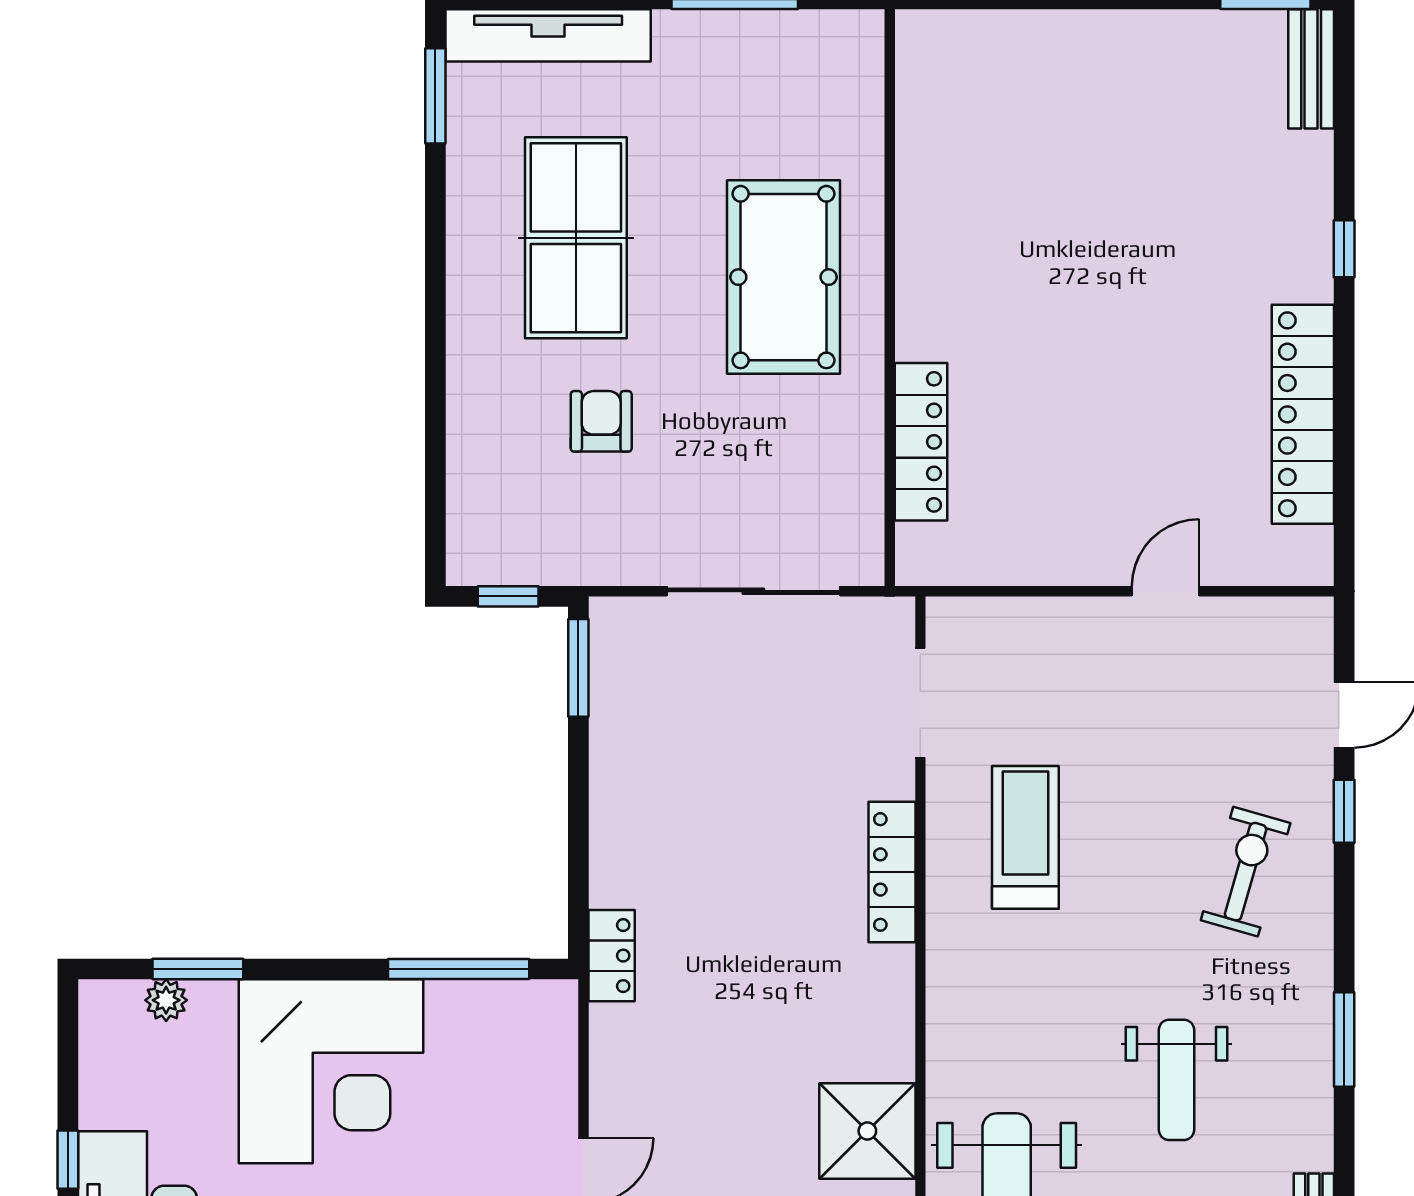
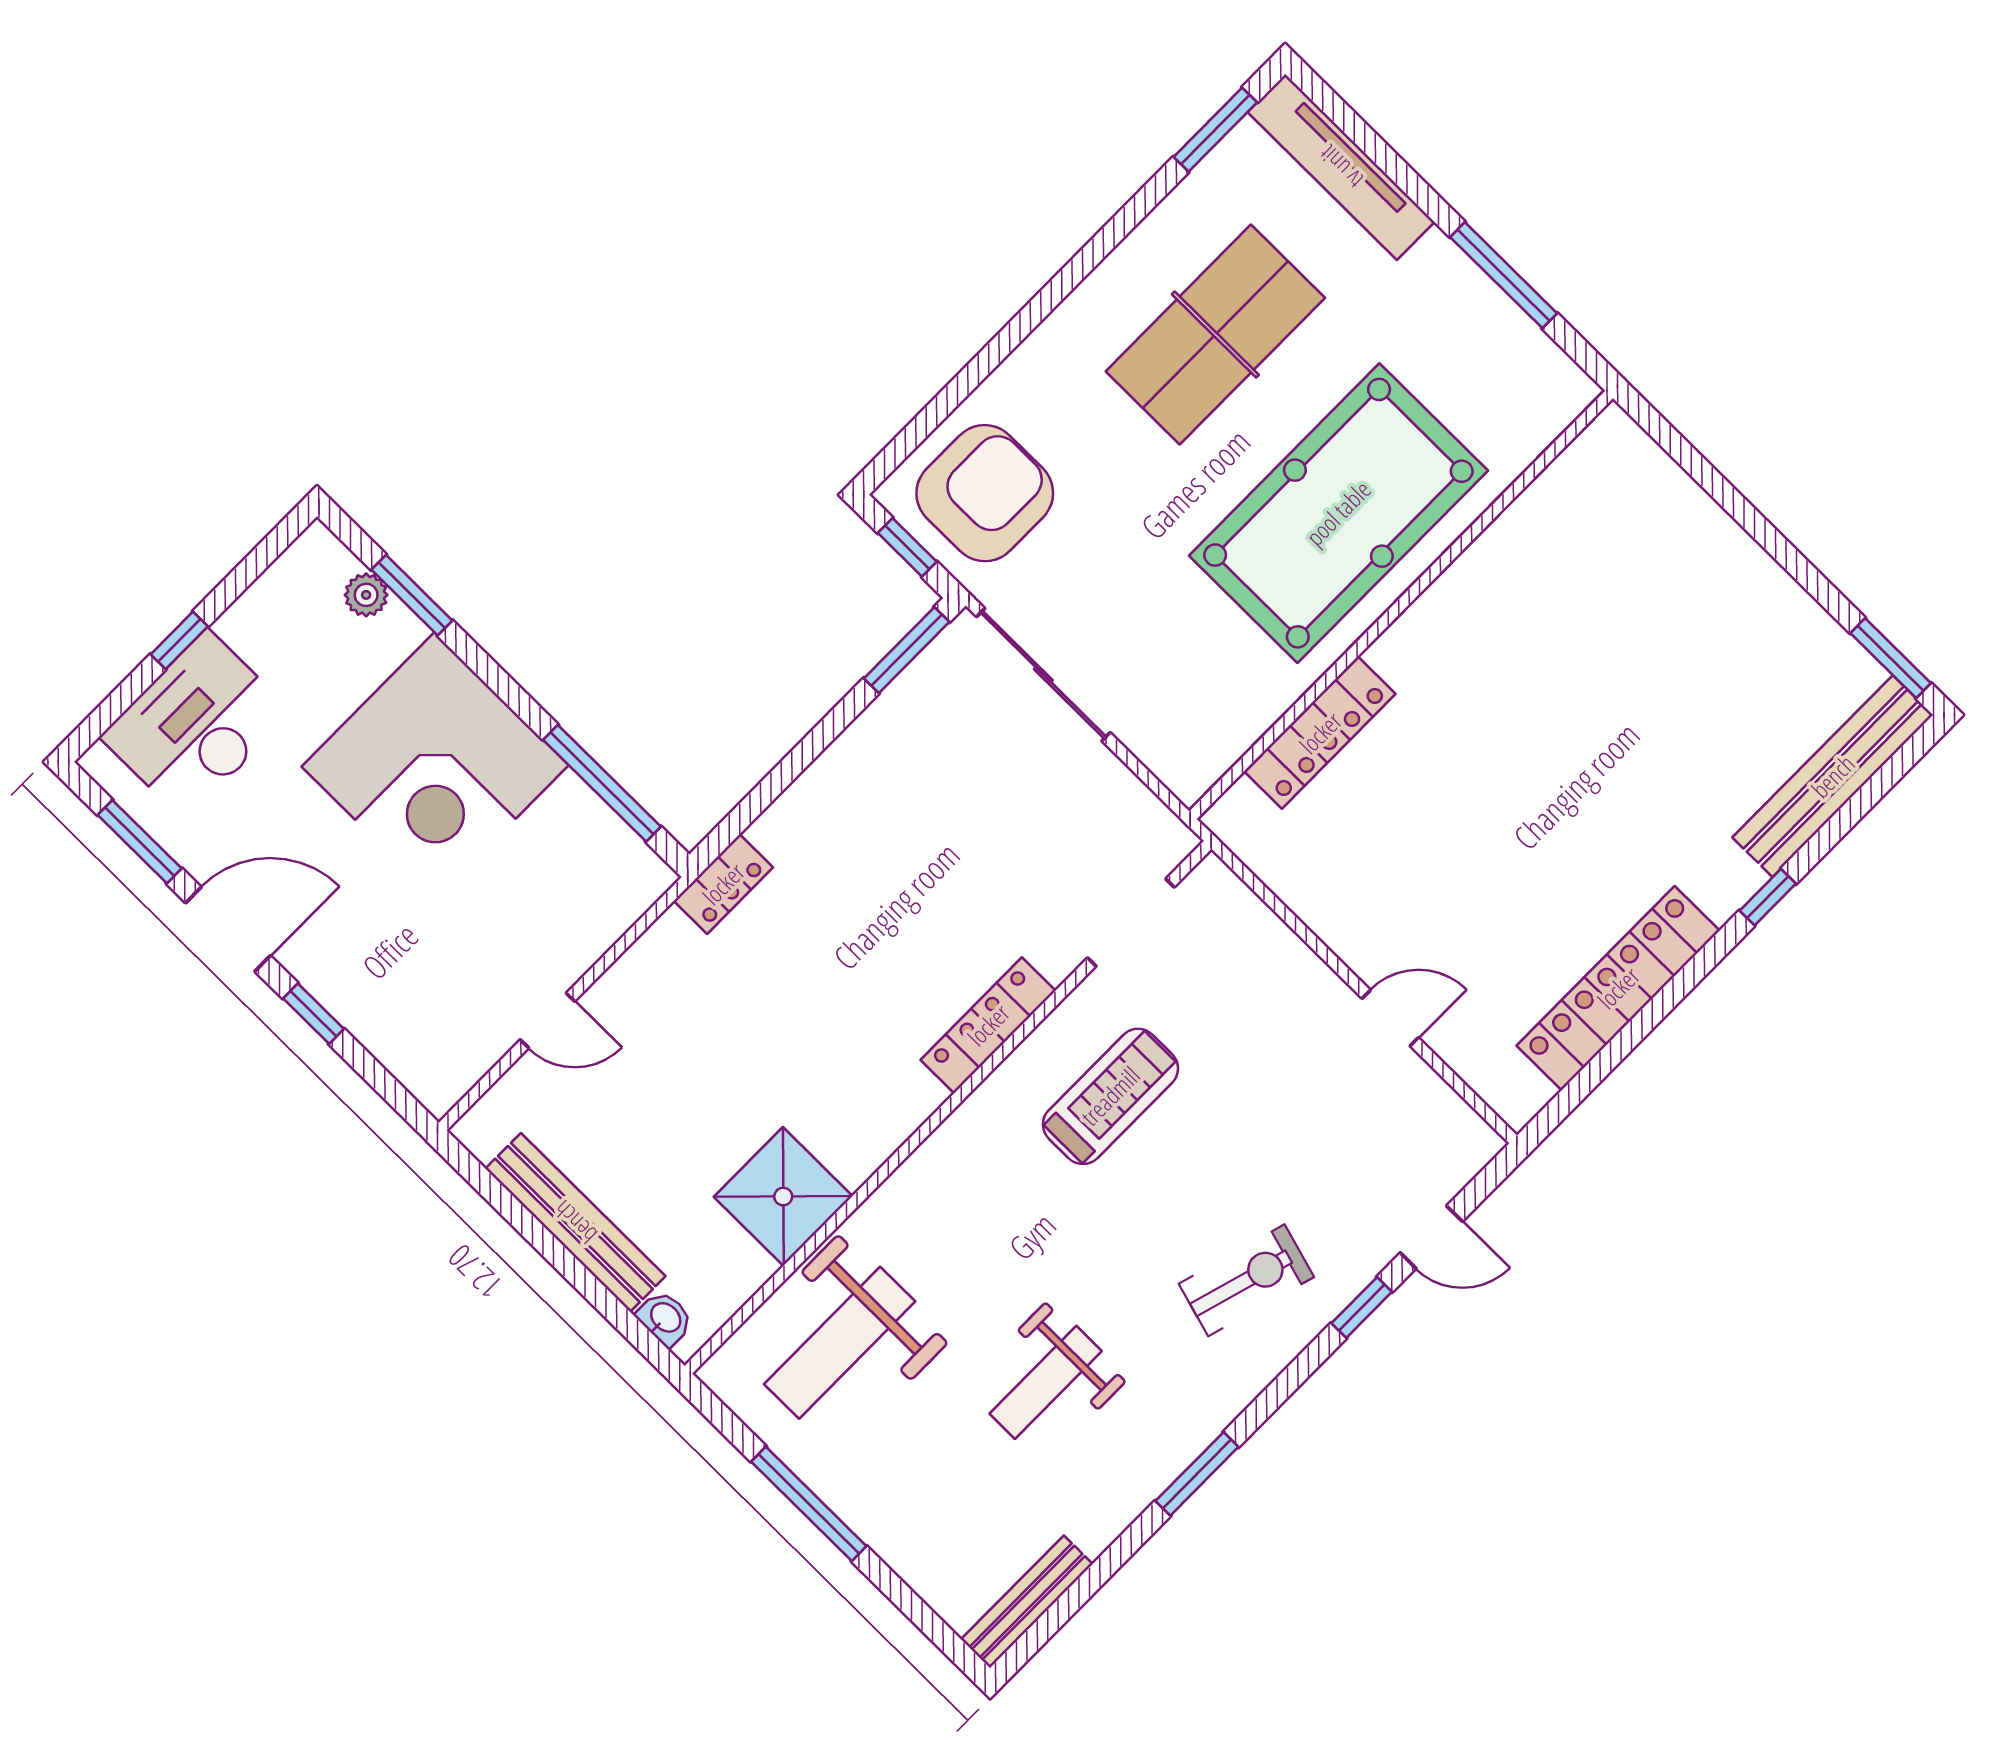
bench: (1311, 69) -> (1833, 776), width x1.86, depth x1.21
pool table: (783, 277) -> (1338, 513), width x1.36, depth x1.32
armchair: (601, 421) -> (985, 493), moved, width x1.88, depth x1.88
sliding door: (753, 591) -> (1043, 675), moved

